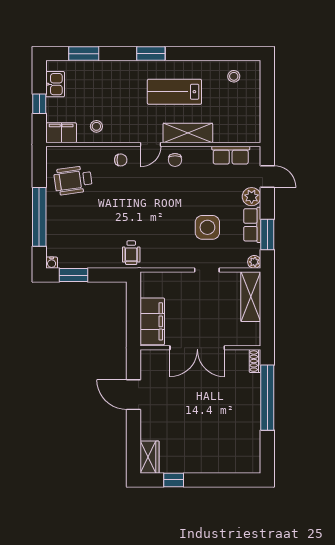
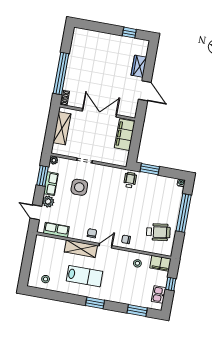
window: (73, 275) -> (150, 169), moved
shelving: (251, 297) -> (62, 128), moved
wardrobe: (149, 457) -> (139, 66), moved

